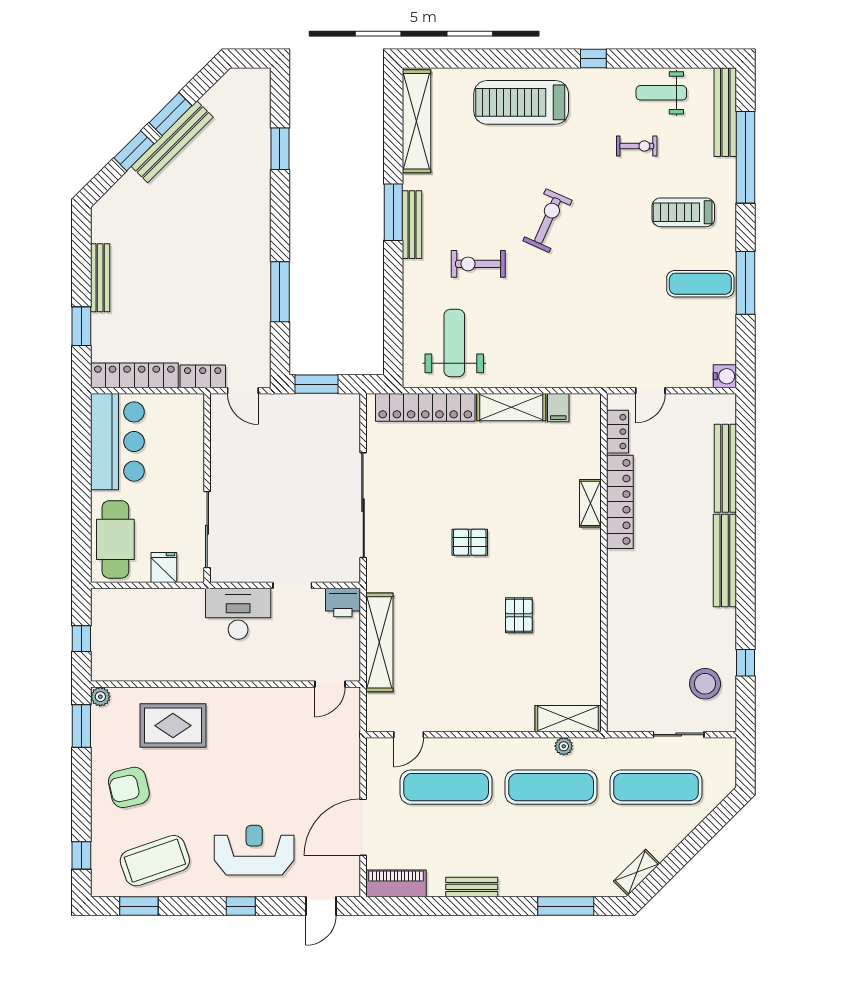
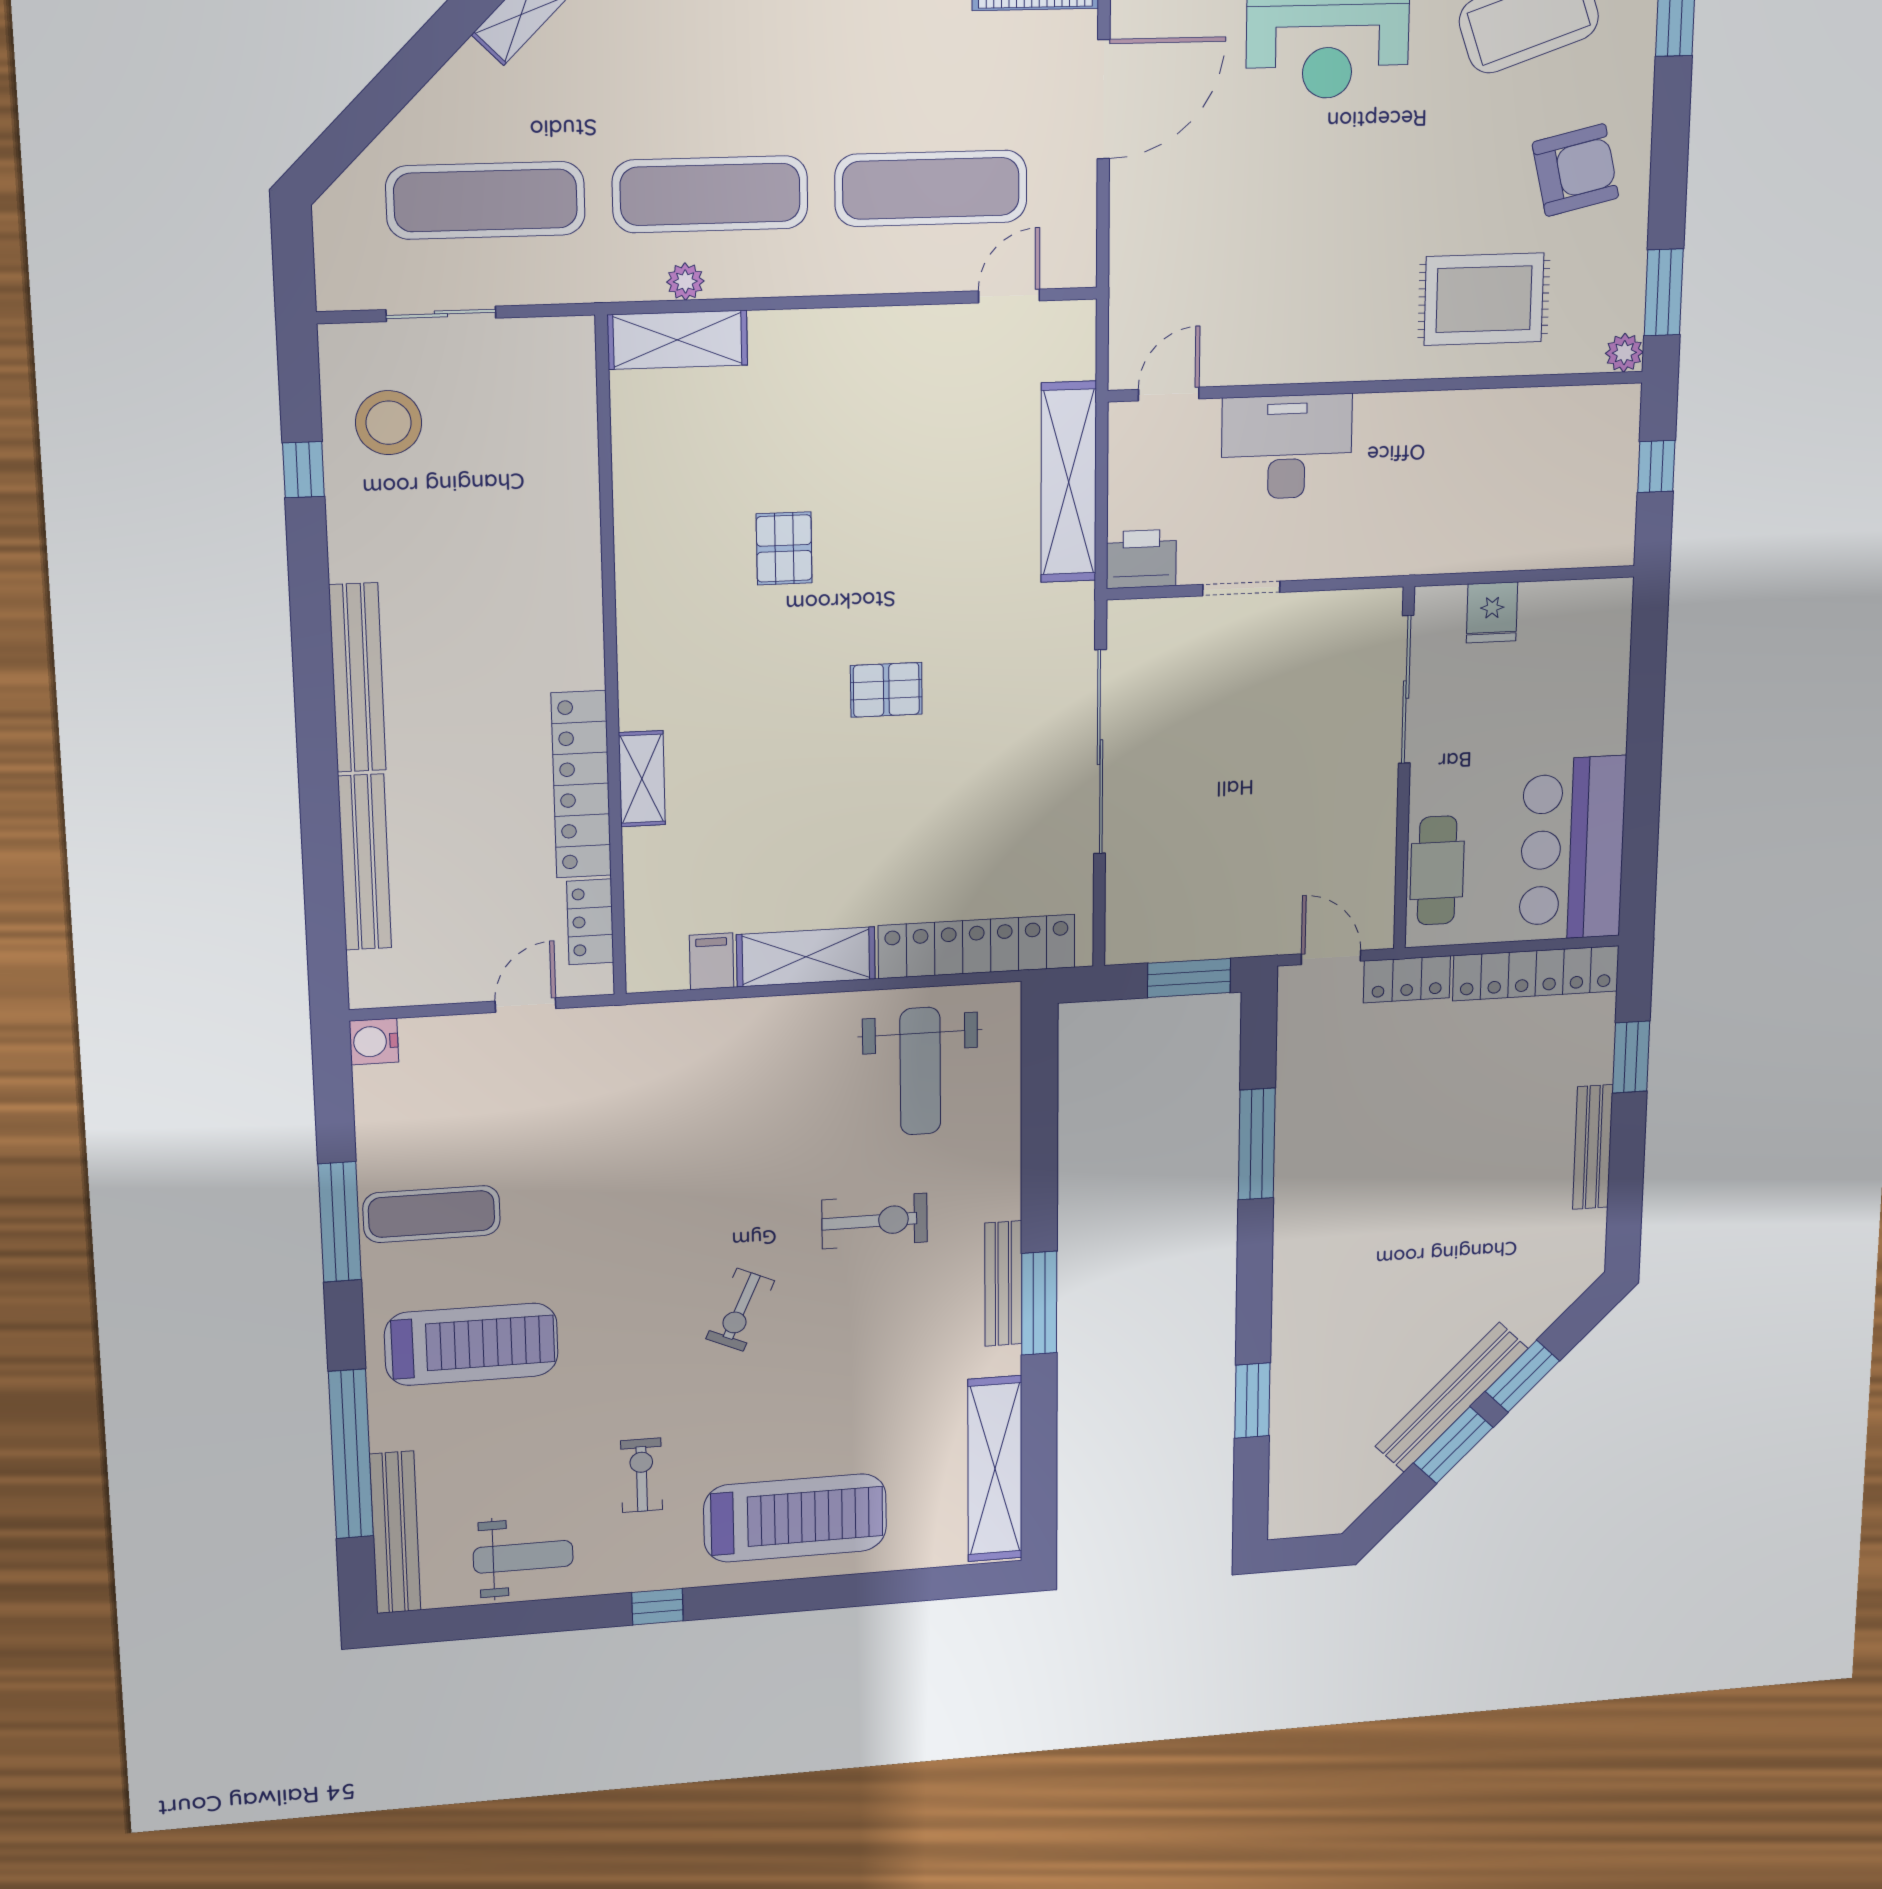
exercise bike: (637, 146) -> (642, 1475), moved, turned 90
treadmill: (683, 212) -> (471, 1344), width x1.37, depth x1.38
exercise bike: (547, 221) -> (740, 1310), width x0.73, depth x0.72
cafe table: (115, 539) -> (1437, 870), moved, width x0.73, depth x0.74
desk: (238, 614) -> (1287, 447), moved, turned 180

